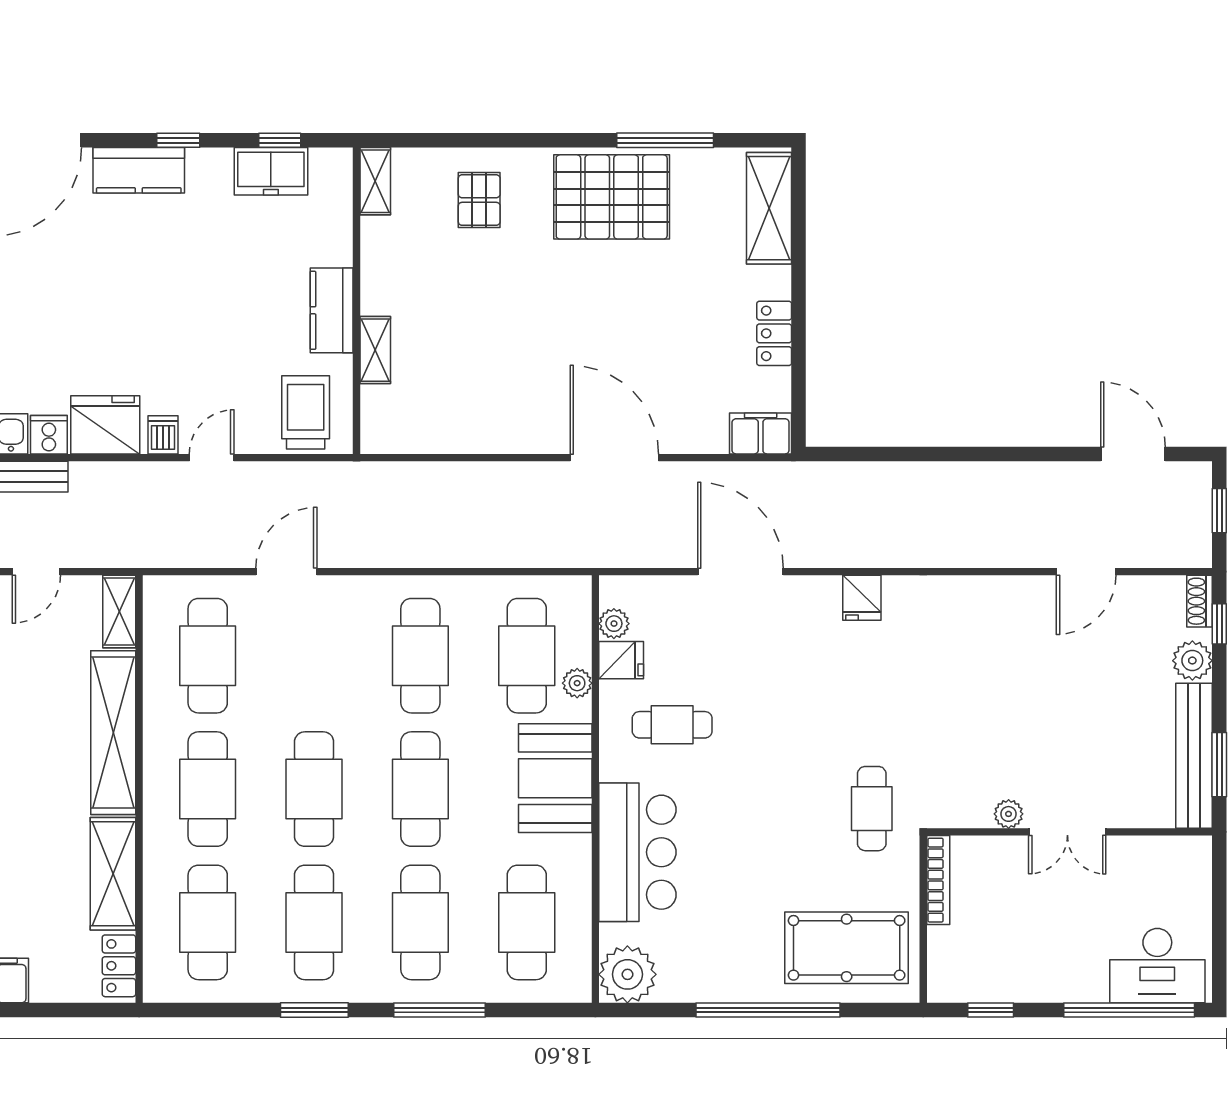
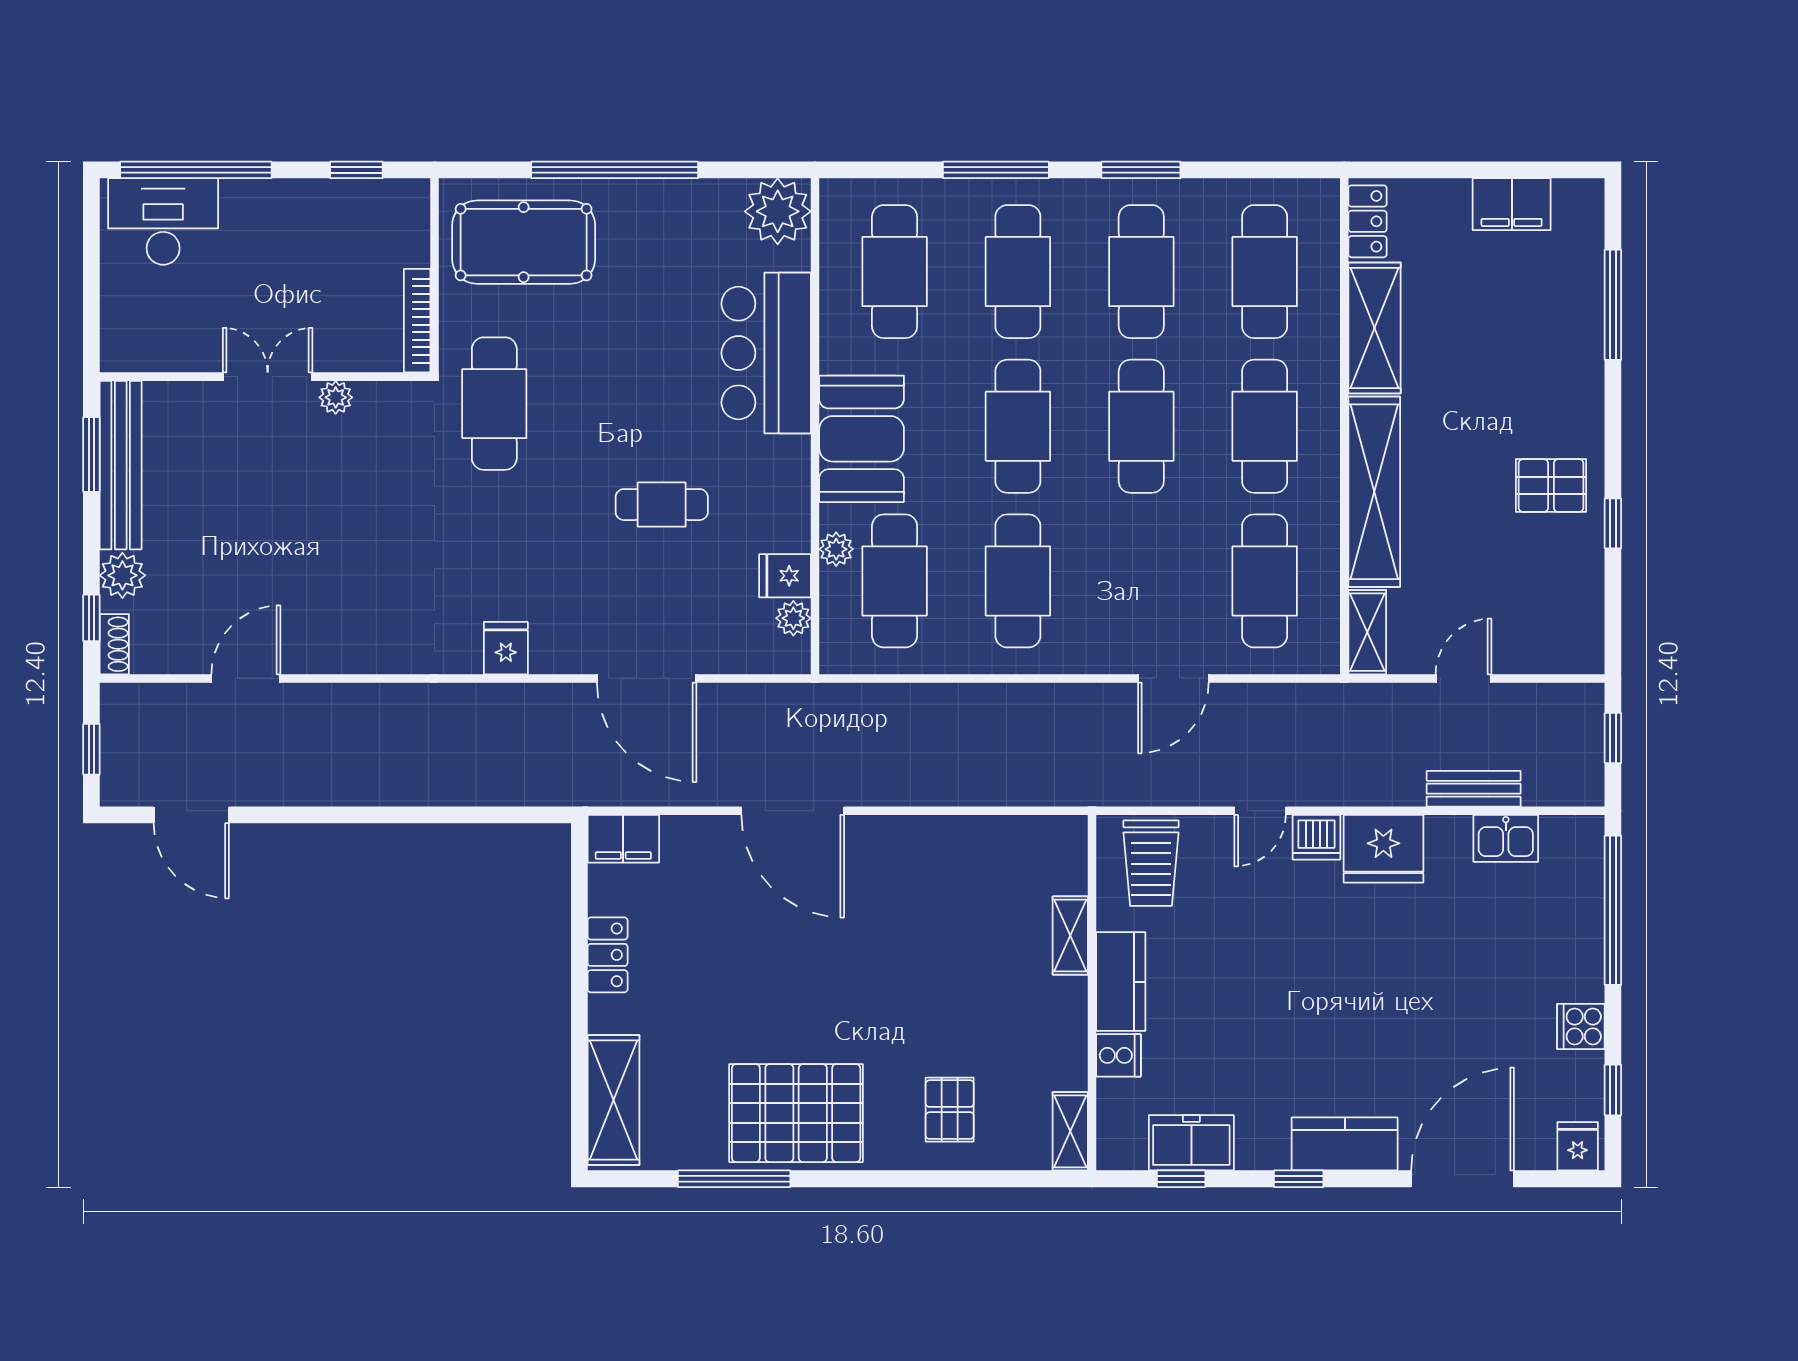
cooker: (49, 435) -> (1118, 1055), moved, turned -90
dishwasher: (163, 435) -> (1316, 837), width x1.38
cafe table: (672, 725) -> (662, 505), moved
cafe table: (872, 809) -> (494, 404), width x1.37, depth x1.35

